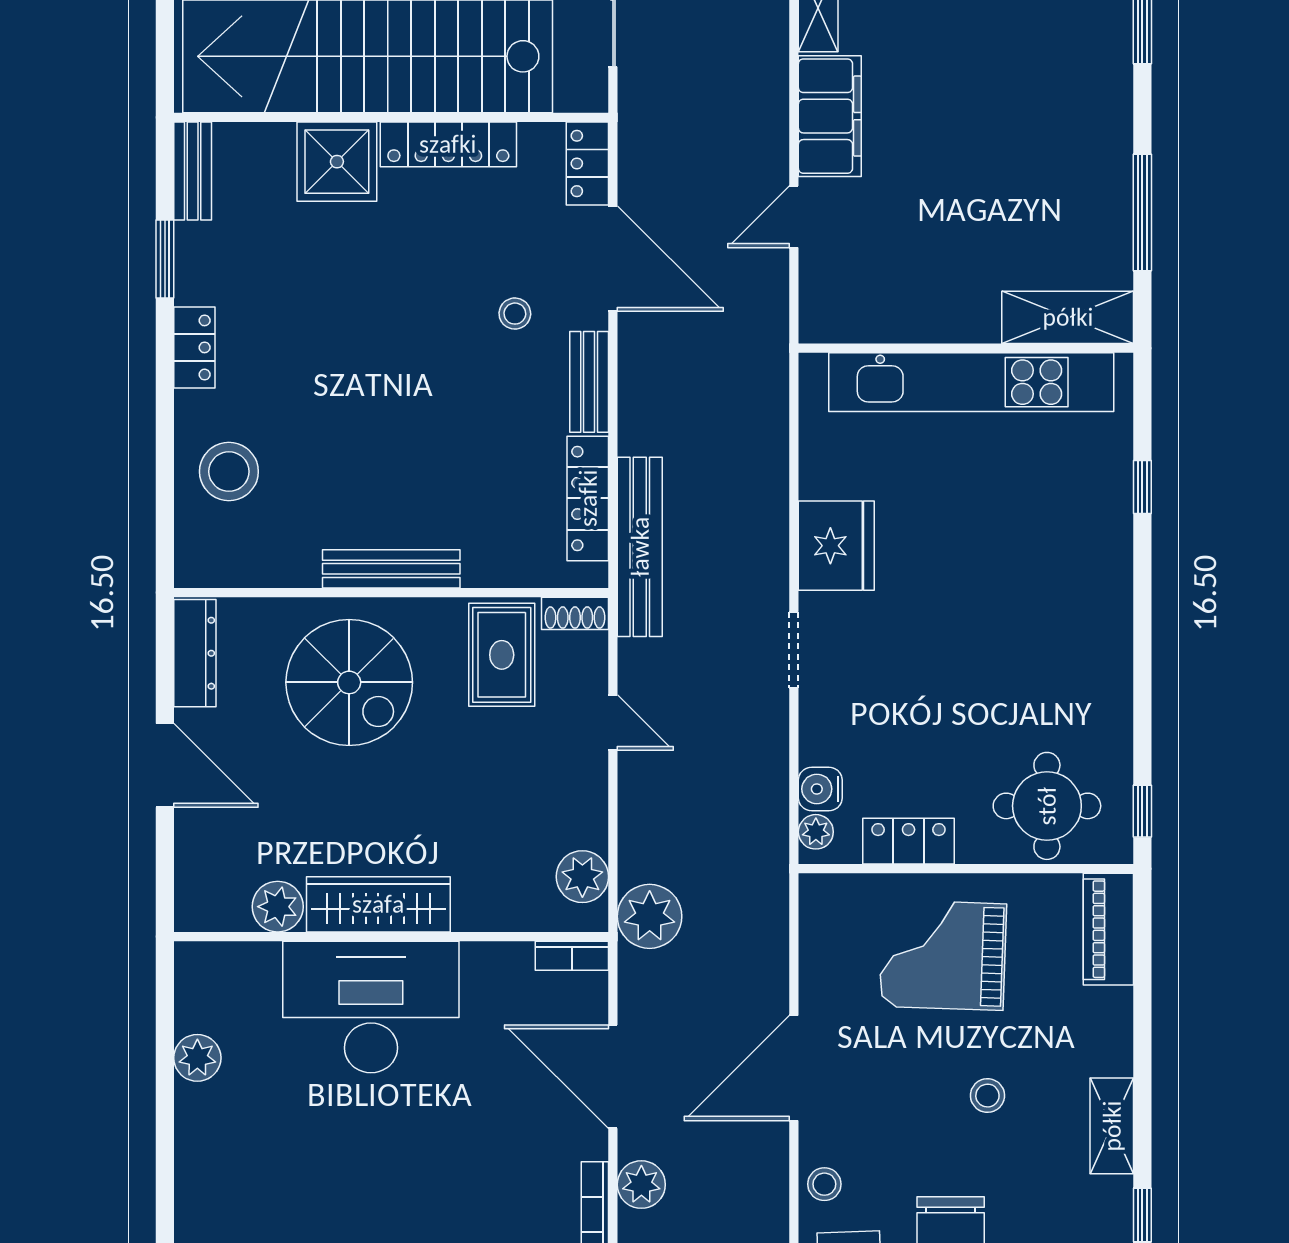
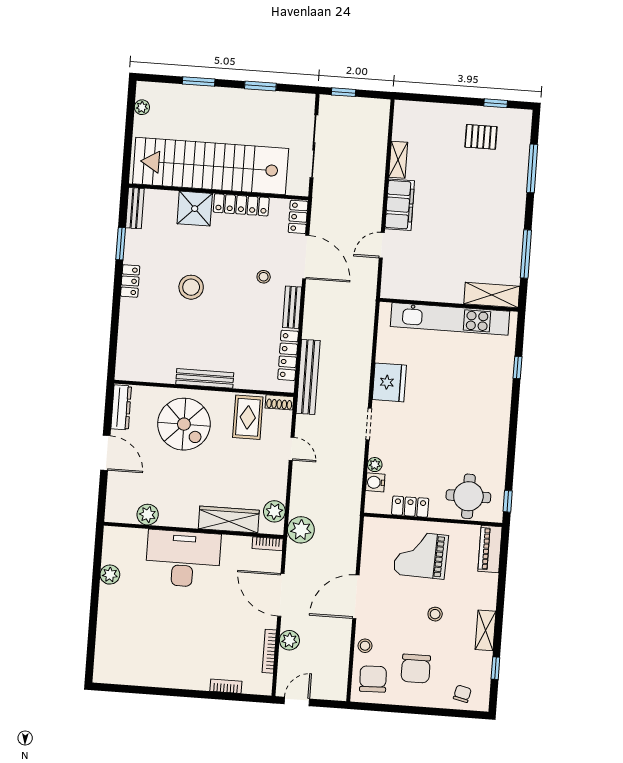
stool: (229, 472) -> (191, 287), moved
plant: (816, 832) -> (375, 465), moved
wardrobe: (378, 904) -> (229, 520), moved

